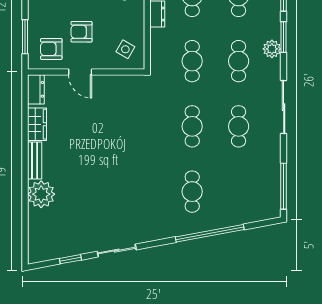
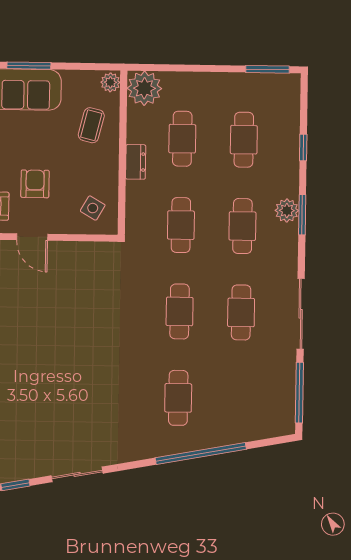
armchair: (82, 32) -> (35, 184), turned 90
window: (284, 37) -> (302, 215), moved
sliding door: (284, 107) -> (301, 314), moved

